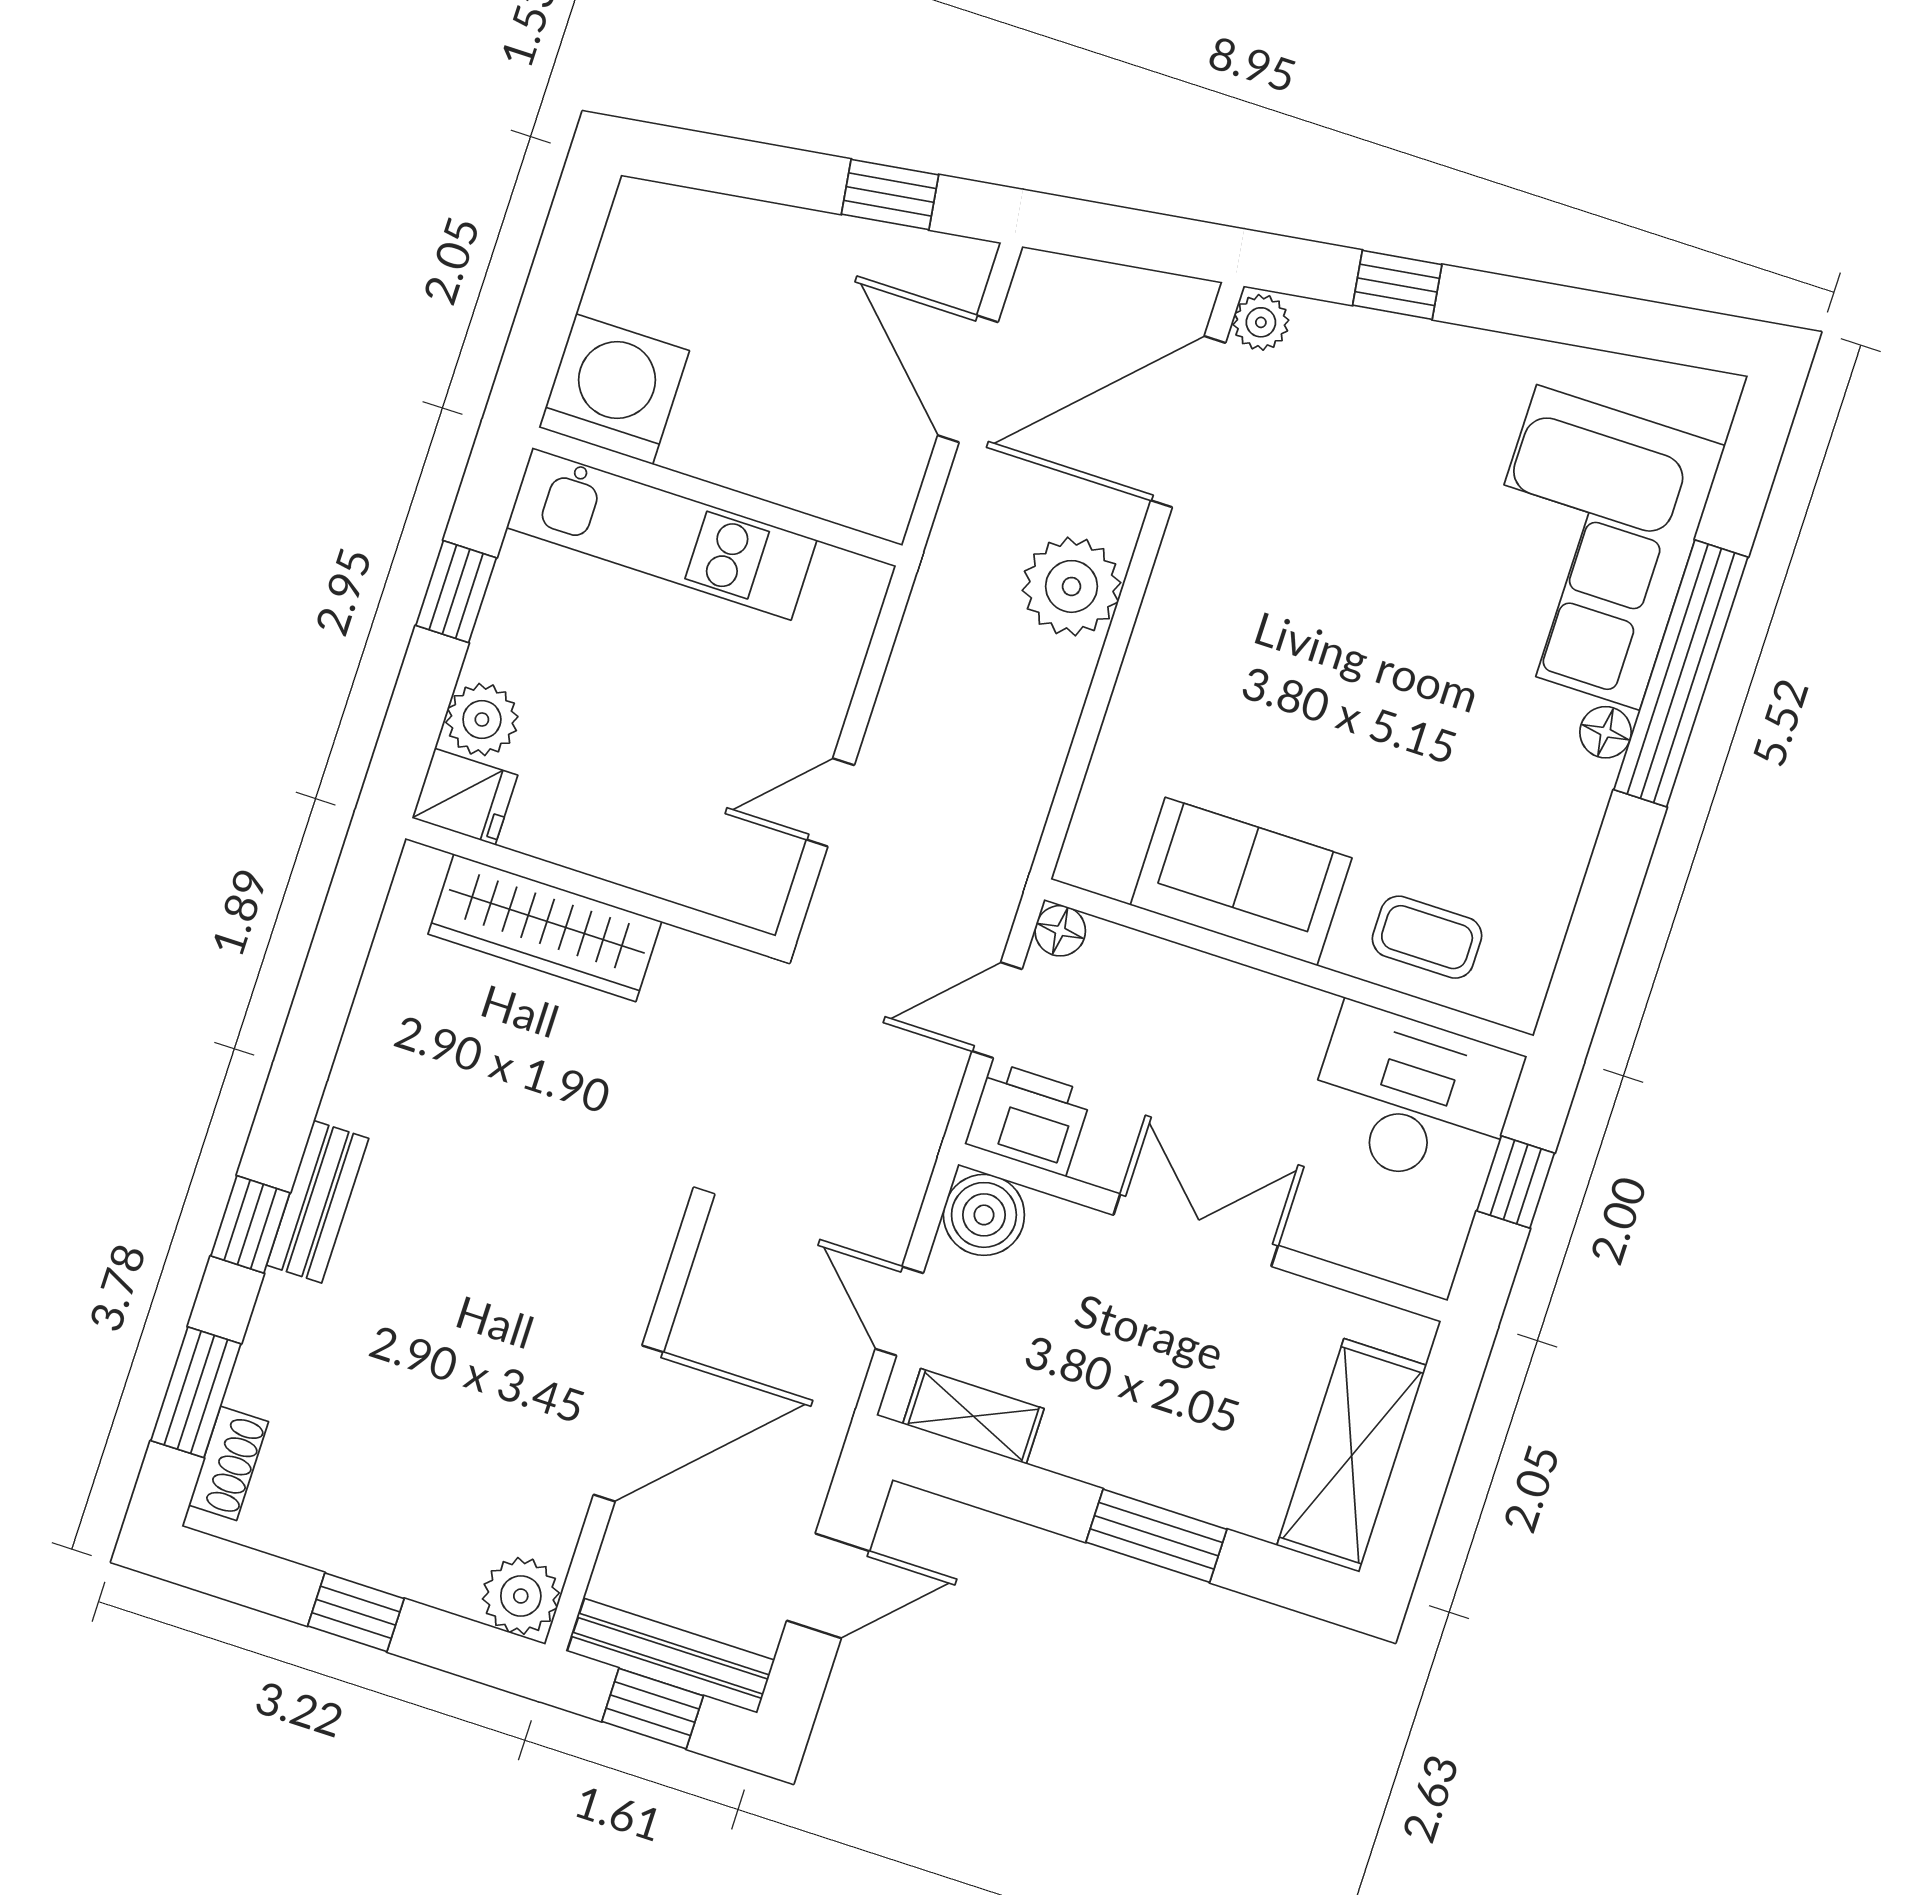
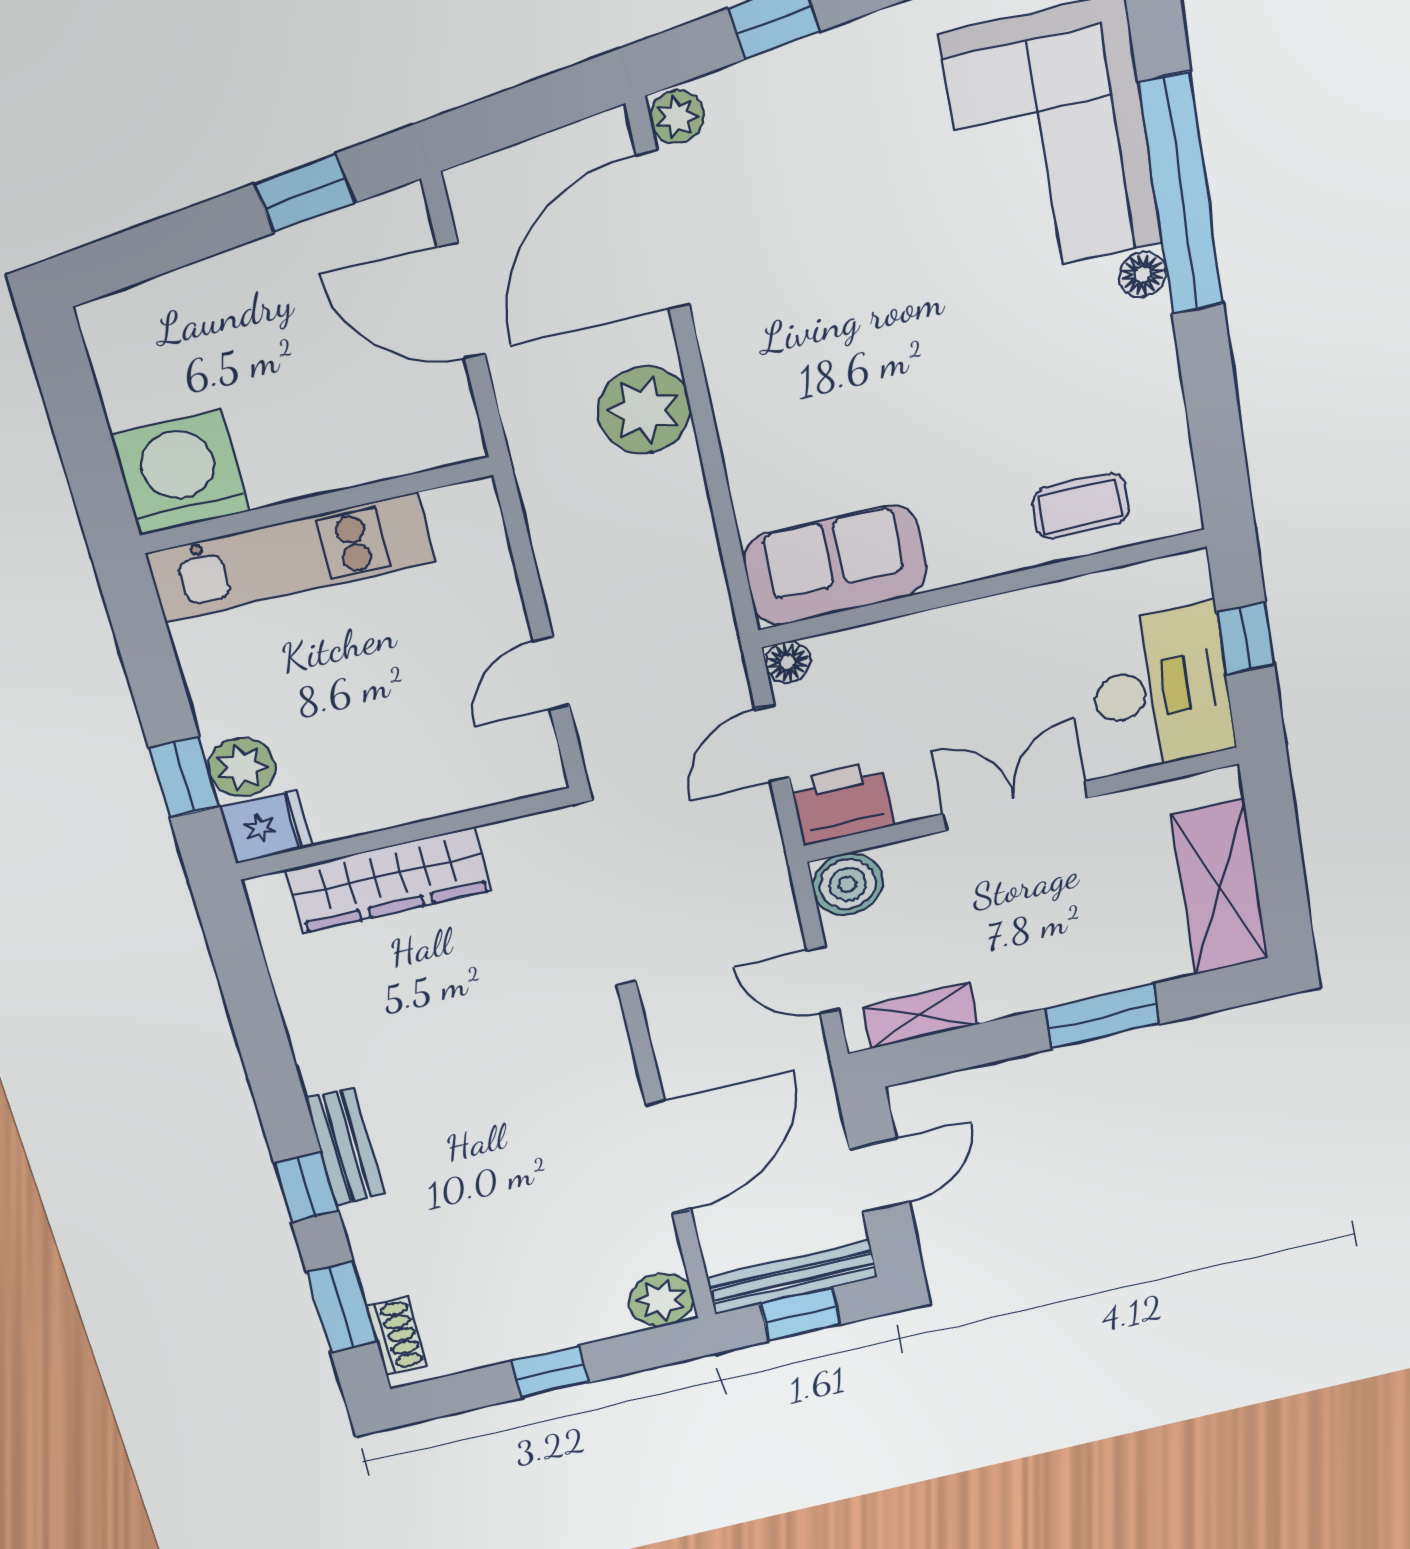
window: (456, 592) -> (184, 777), moved
sofa: (1241, 881) -> (835, 565), moved
desk: (1413, 1098) -> (1161, 689), moved, turned 90

